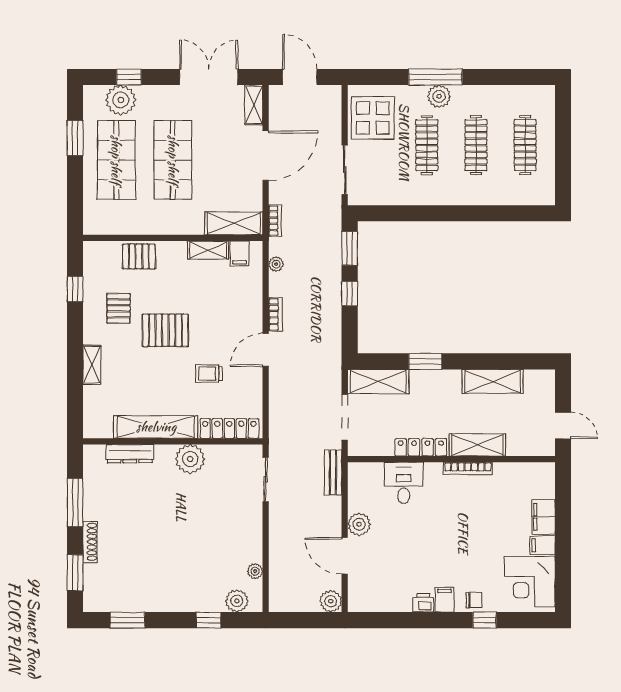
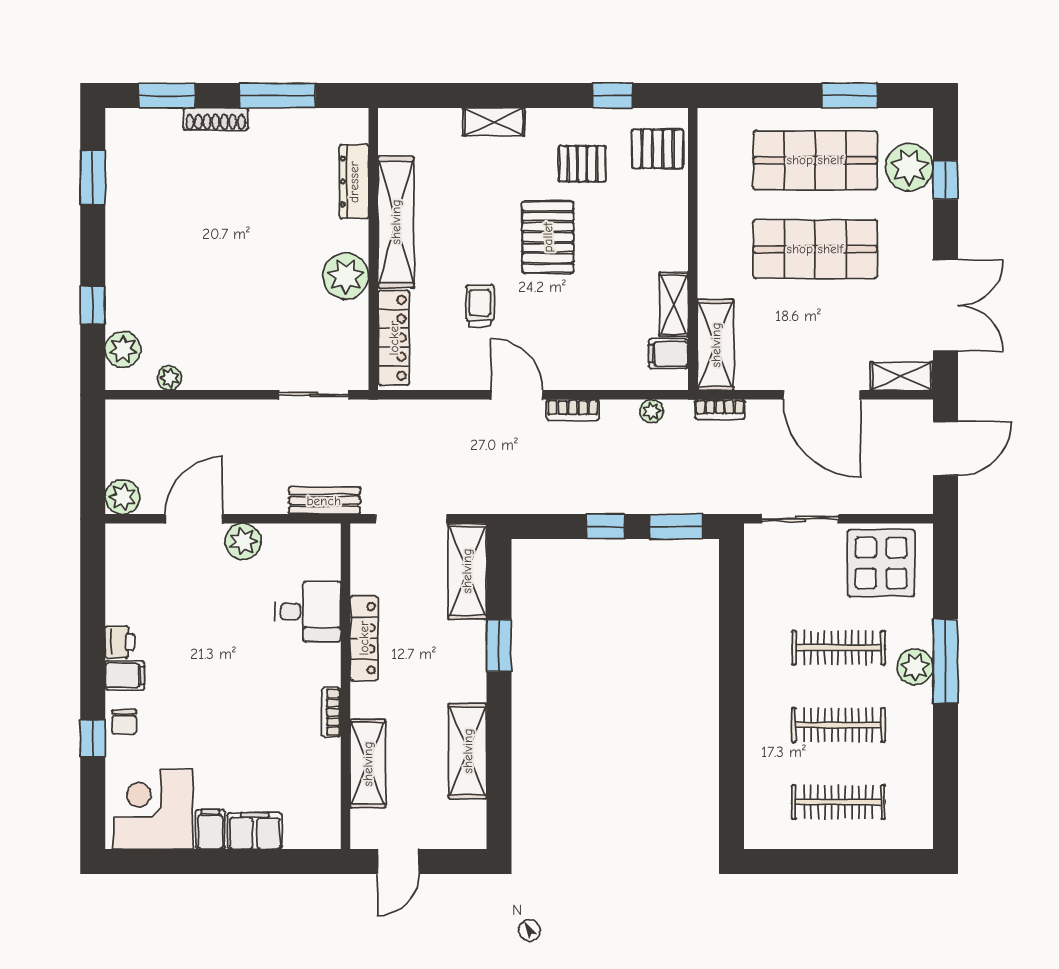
pallet: (139, 256) -> (658, 149), moved, turned 90
shelving: (477, 445) -> (368, 764), moved
bookcase: (468, 468) -> (331, 712), width x0.64

